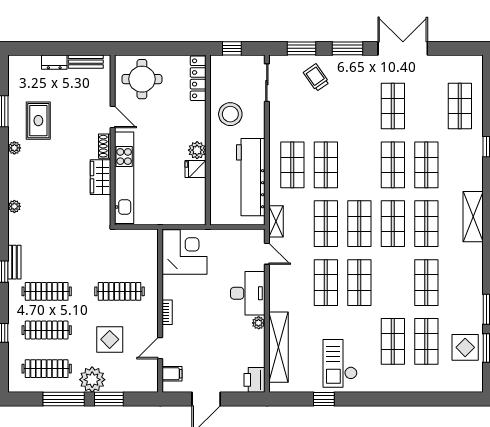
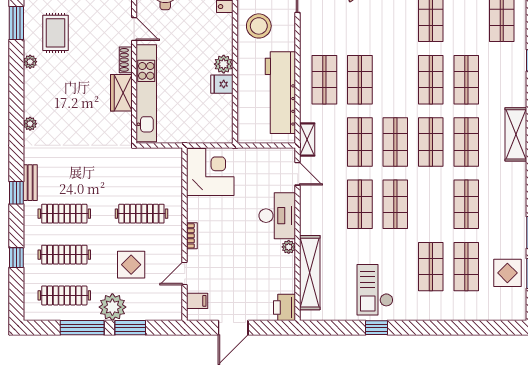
window: (324, 399) -> (377, 328), moved

